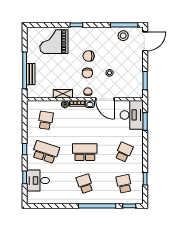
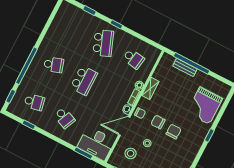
grand piano: (54, 42) -> (205, 106), turned 180
stool: (125, 82) -> (131, 153), added
school desk: (46, 152) -> (103, 43), turned -39
desk: (38, 181) -> (80, 22), removed

